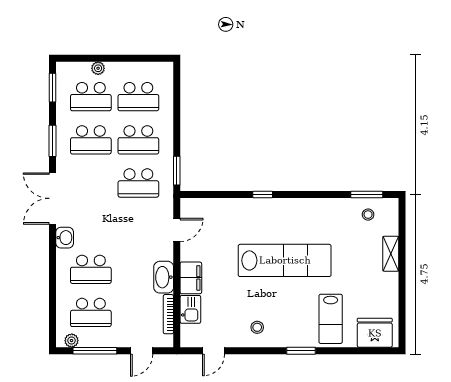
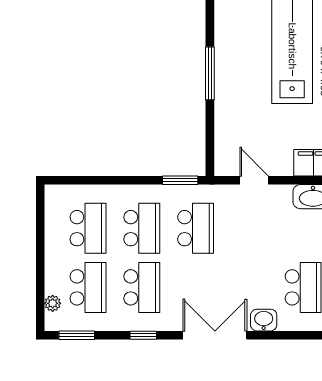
plant: (98, 68) -> (53, 303), moved
window: (52, 141) -> (143, 335), width x0.67
window: (263, 194) -> (210, 73), width x2.17
double door: (52, 198) -> (215, 335), swing flipped

